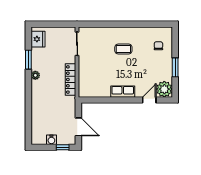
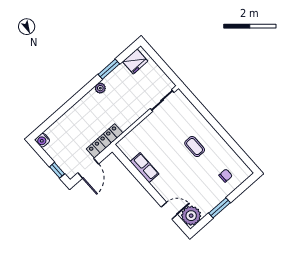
locker: (71, 80) -> (105, 141), moved
row of seats: (123, 92) -> (145, 168), moved
water cooler: (51, 140) -> (43, 140), moved

